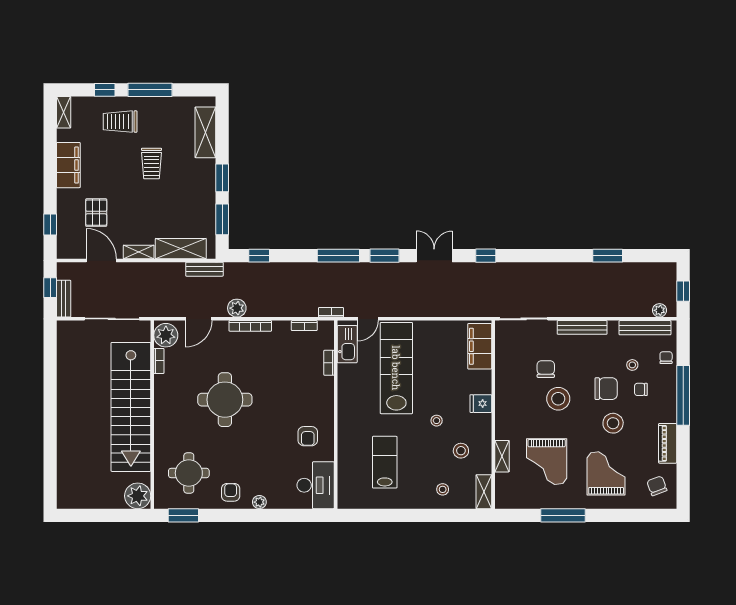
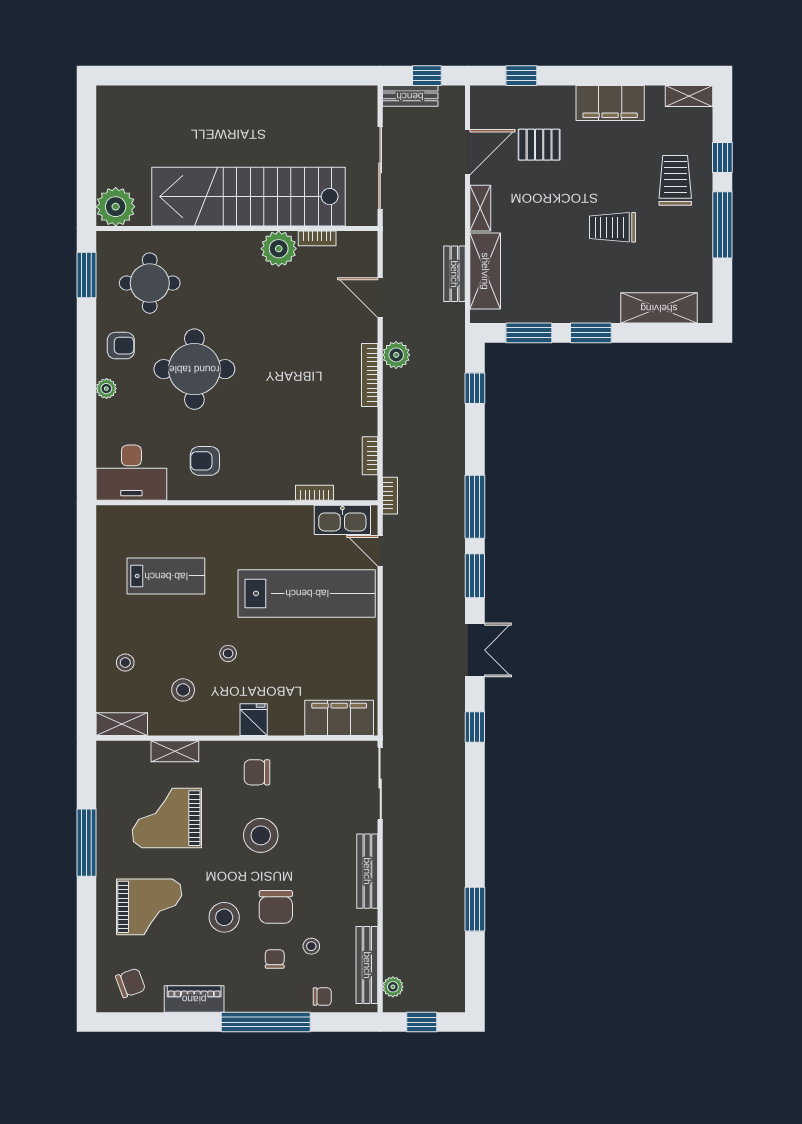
bench: (204, 269) -> (454, 274), moved
plant: (166, 335) -> (279, 249), moved
chair: (546, 369) -> (257, 772), moved, turned 180
round table: (225, 400) -> (194, 369), moved

